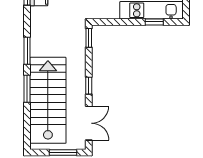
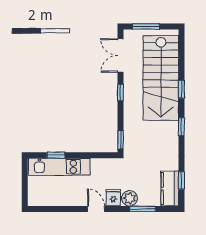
window: (27, 51) -> (181, 127), width x0.67
window: (27, 89) -> (181, 89), width x0.67

